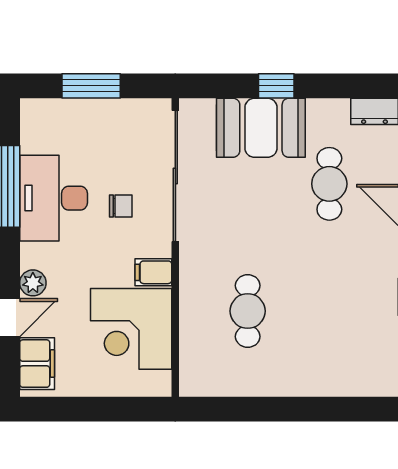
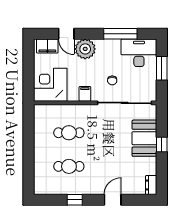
cafe table: (329, 184) -> (69, 166), moved
desk: (54, 198) -> (139, 53), moved
plant: (33, 283) -> (85, 49), width x1.87, depth x1.87
corner desk: (131, 329) -> (50, 85), moved

